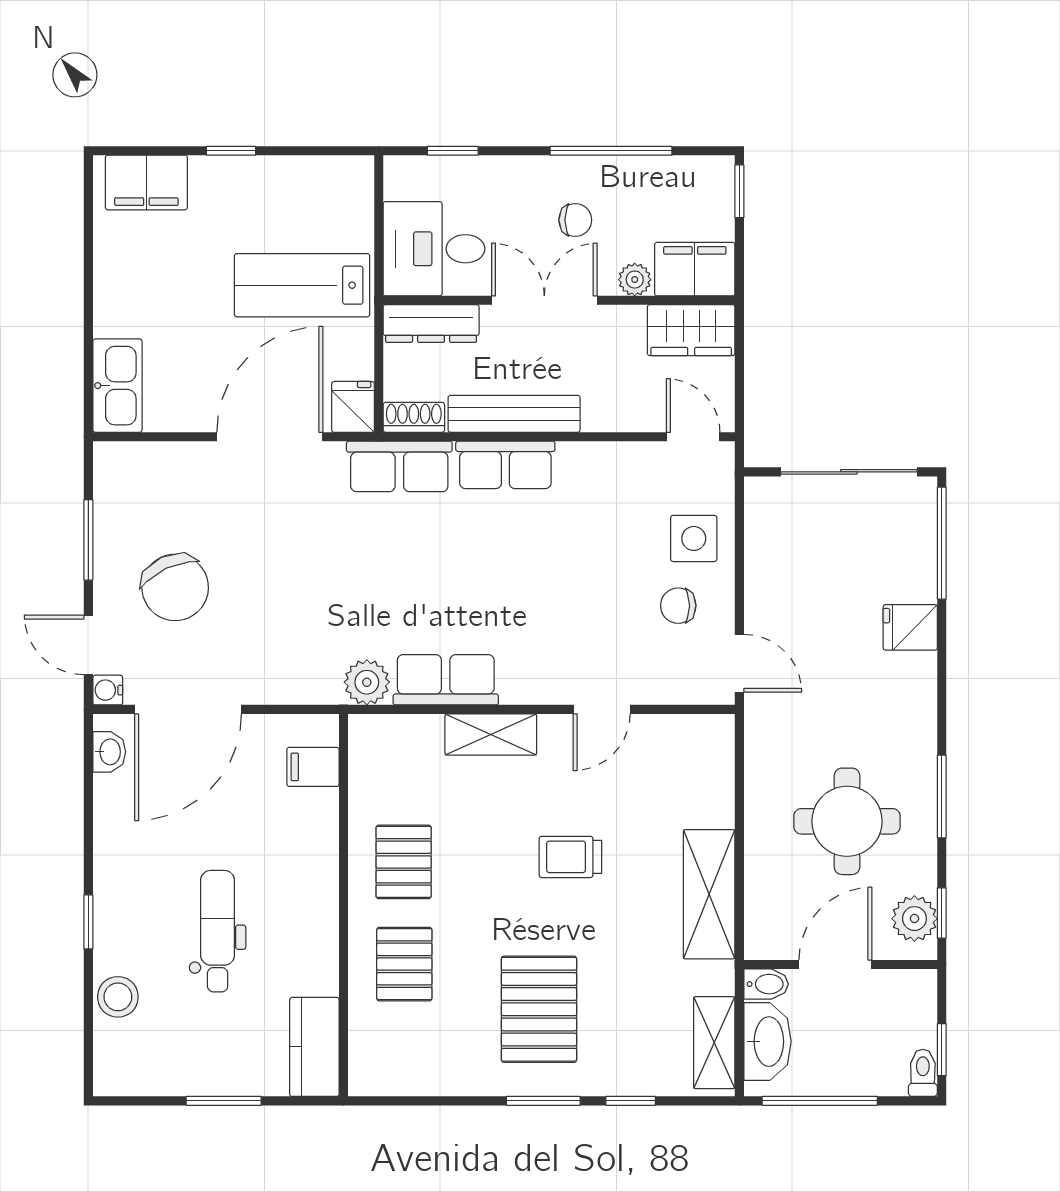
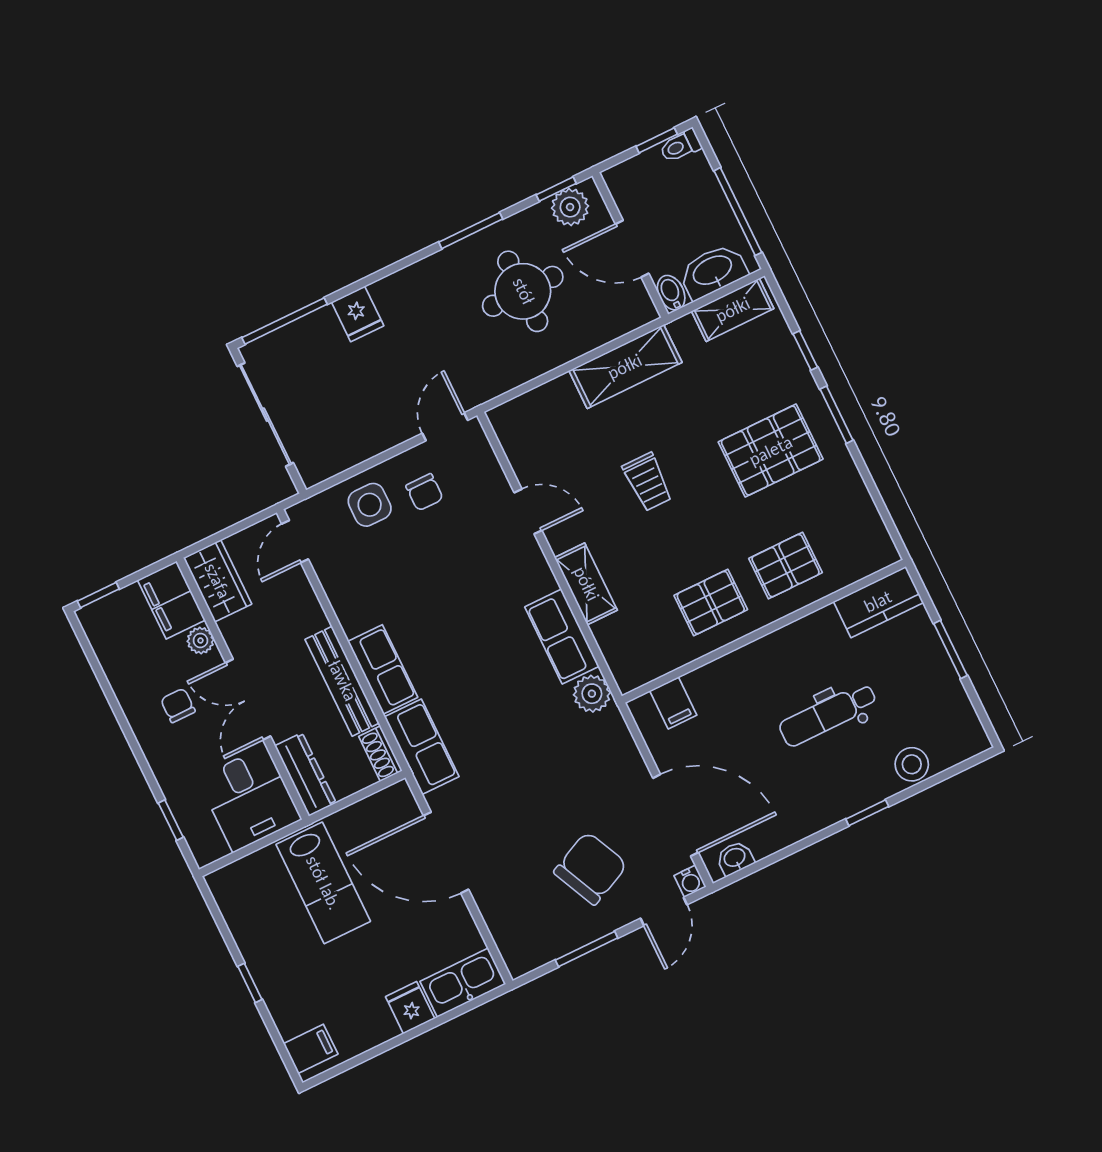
window: (611, 151) -> (114, 704), removed
filing cabinet: (146, 182) -> (311, 1049), width x0.50
fridge: (353, 407) -> (410, 1008), moved, turned 90

